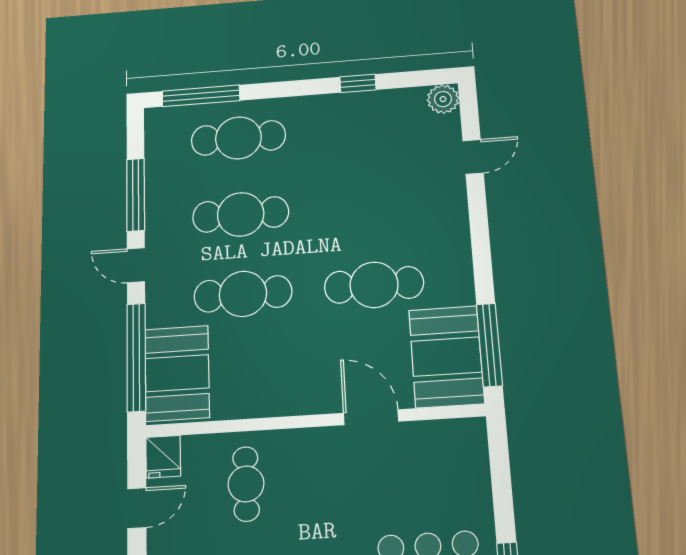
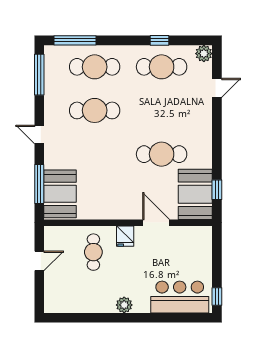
window: (136, 195) -> (39, 75), moved
cafe table: (243, 294) -> (162, 67), moved
window: (489, 345) -> (217, 190), width x0.46
window: (136, 357) -> (39, 184), width x0.68
fridge: (163, 457) -> (125, 236), moved

